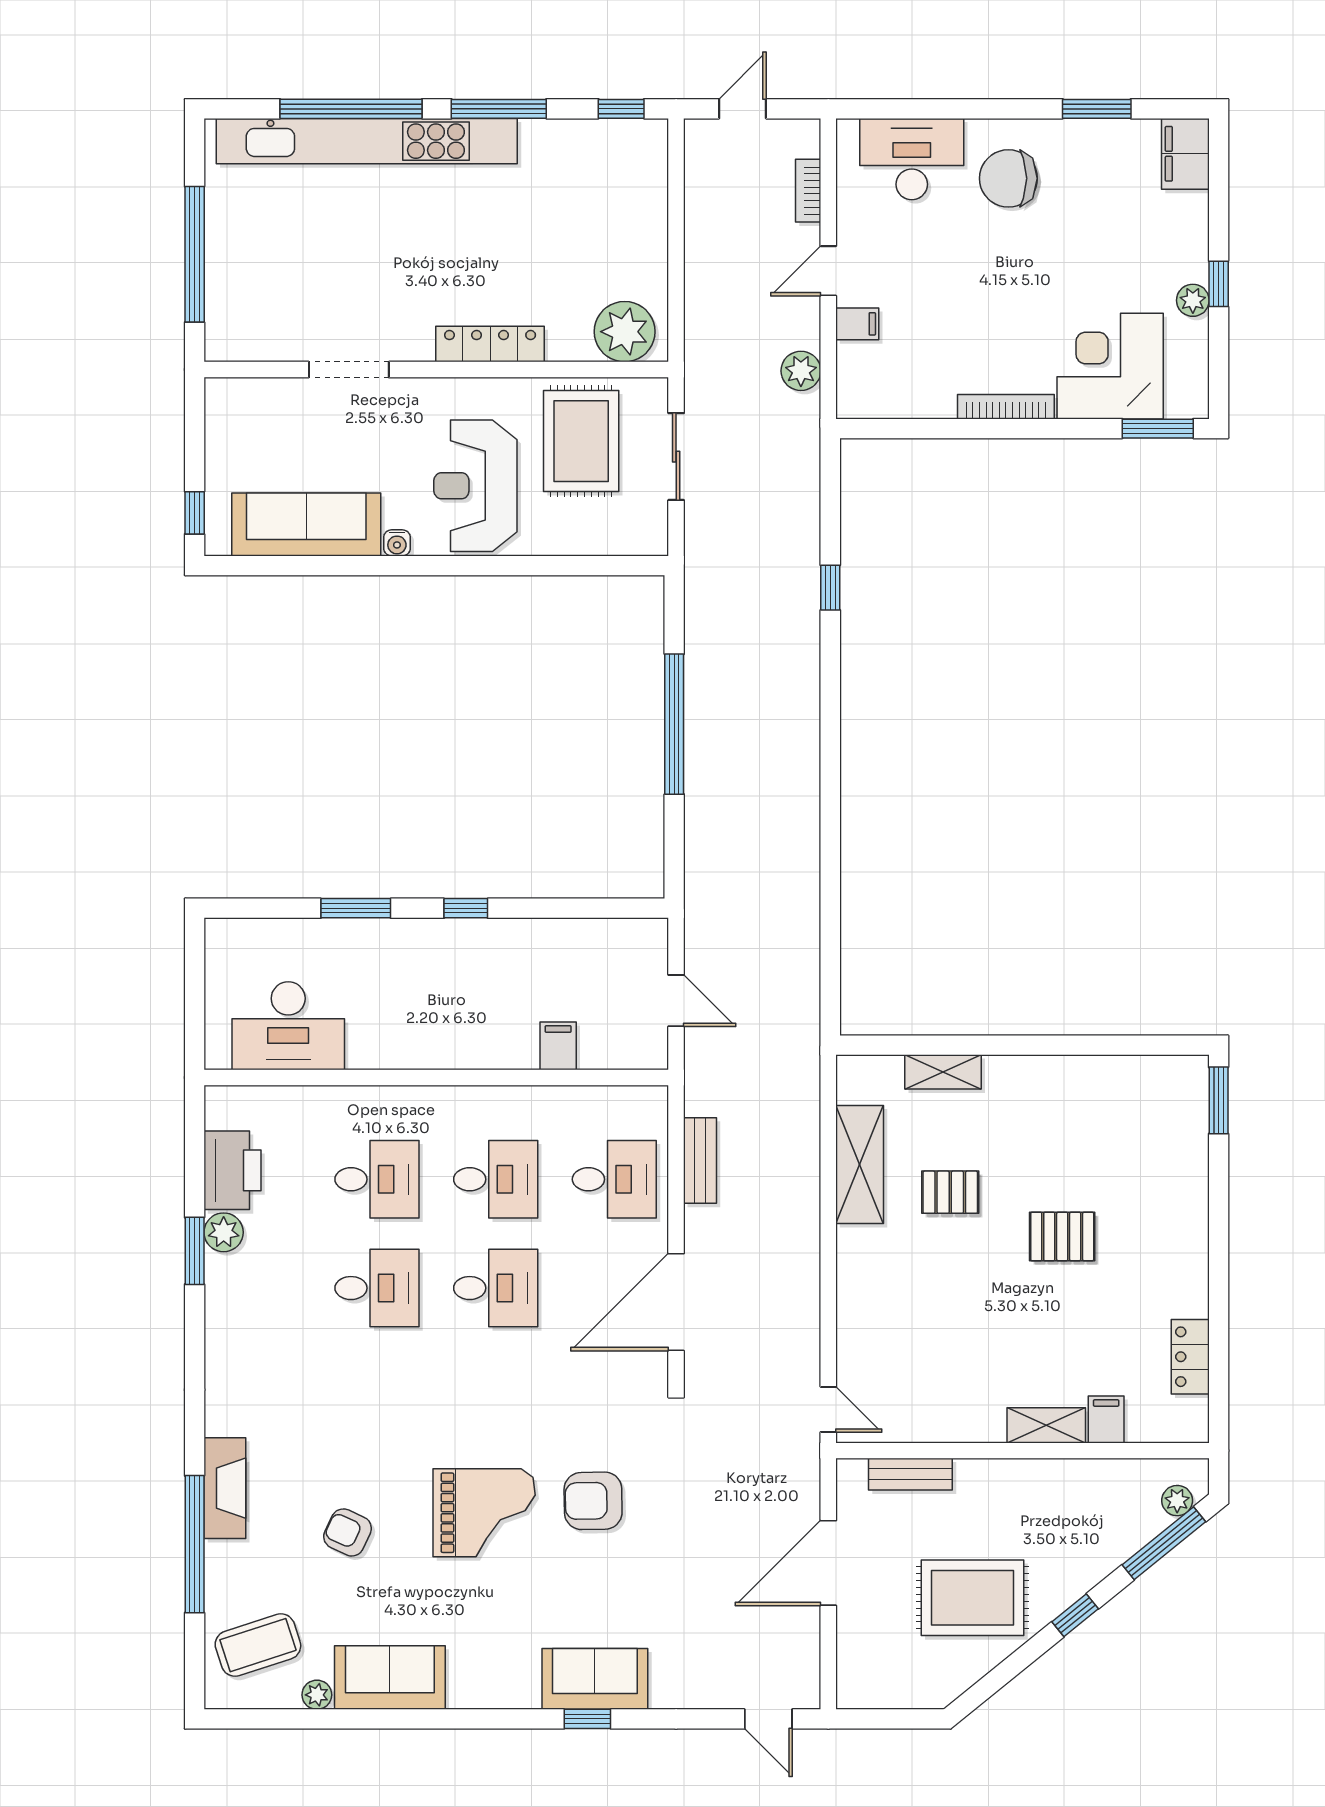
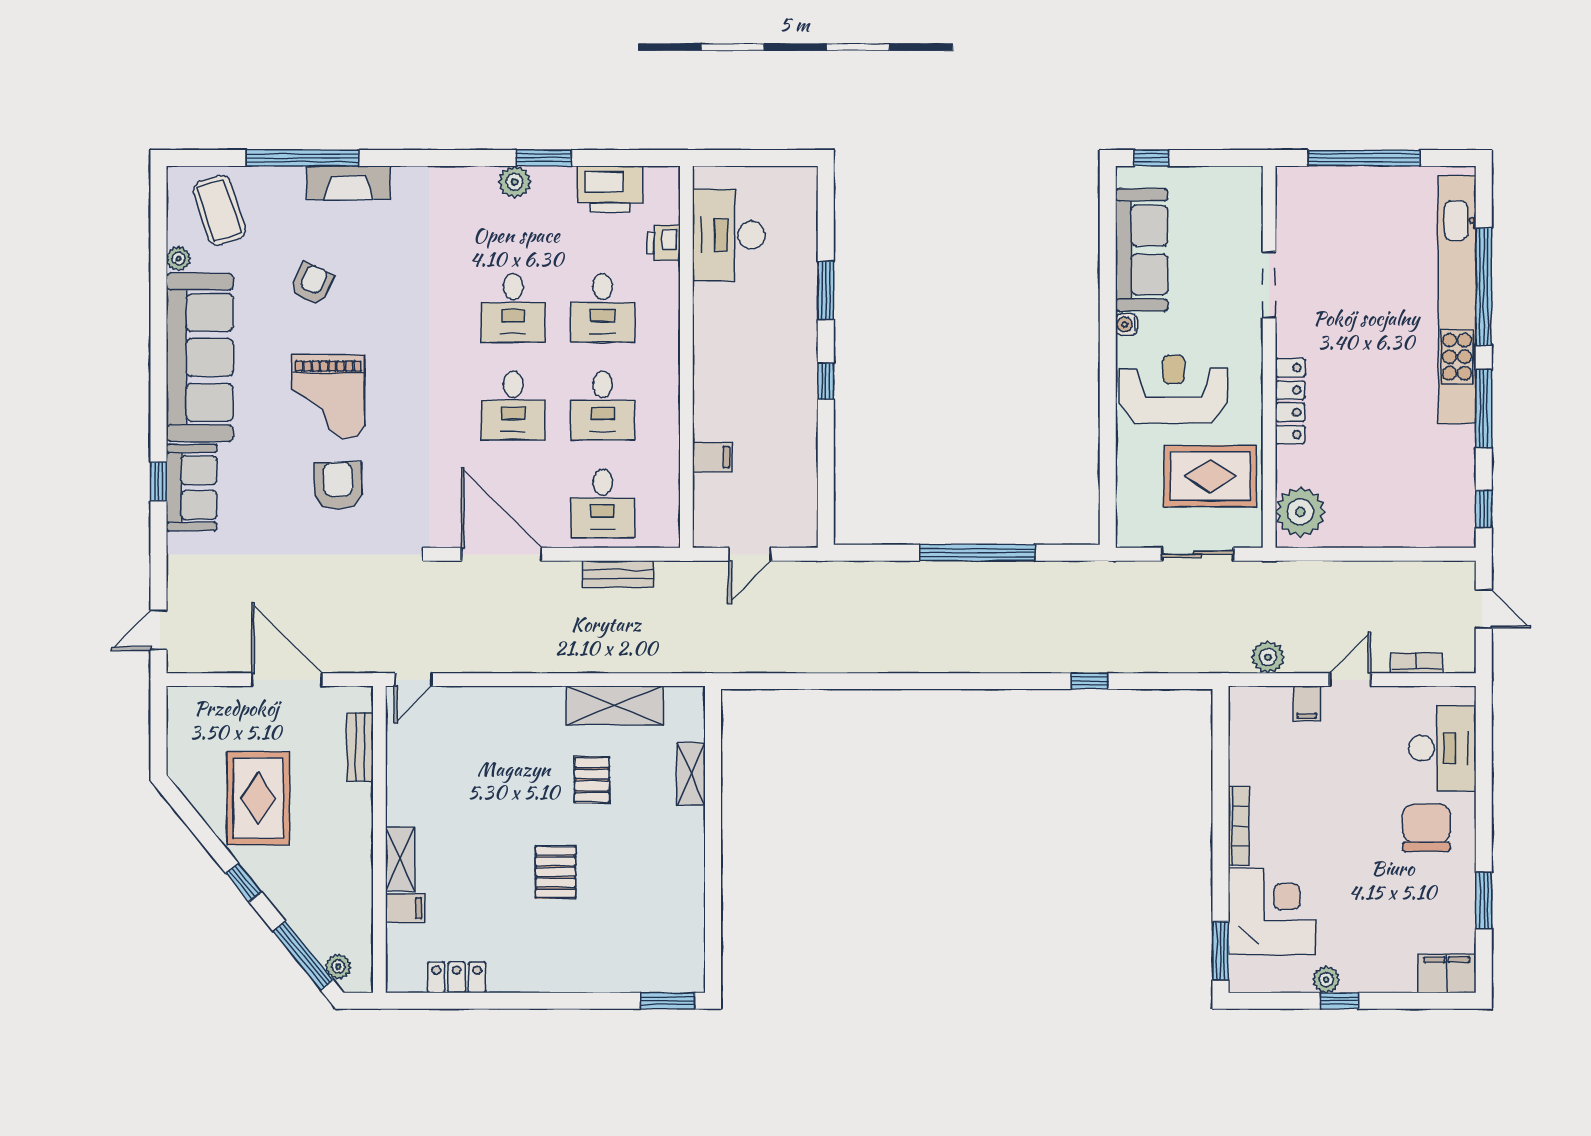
door: (828, 271) -> (1350, 680), hinge flipped
printer: (297, 1105) -> (664, 243), added
plant: (224, 1232) -> (515, 182), moved
sofa: (390, 1678) -> (200, 357), width x1.85, depth x1.27

